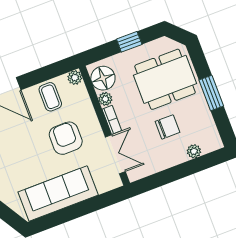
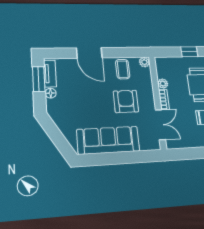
floor lamp: (103, 78) -> (165, 69), removed

